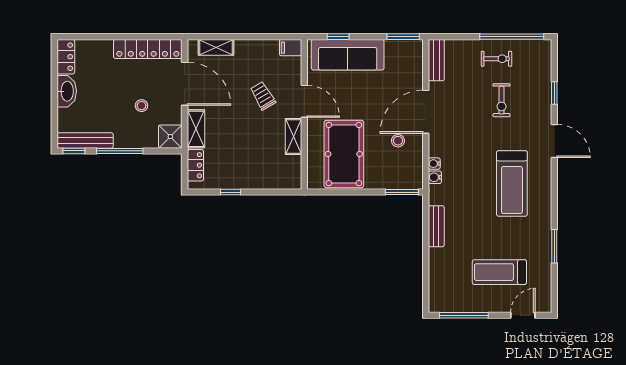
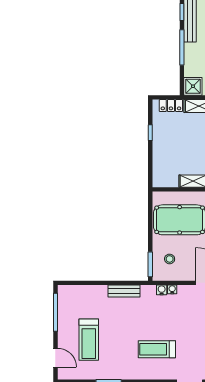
stool: (398, 141) -> (170, 259), moved
treadmill: (512, 183) -> (157, 349), width x0.73, depth x0.73
treadmill: (499, 272) -> (89, 340), turned 180

